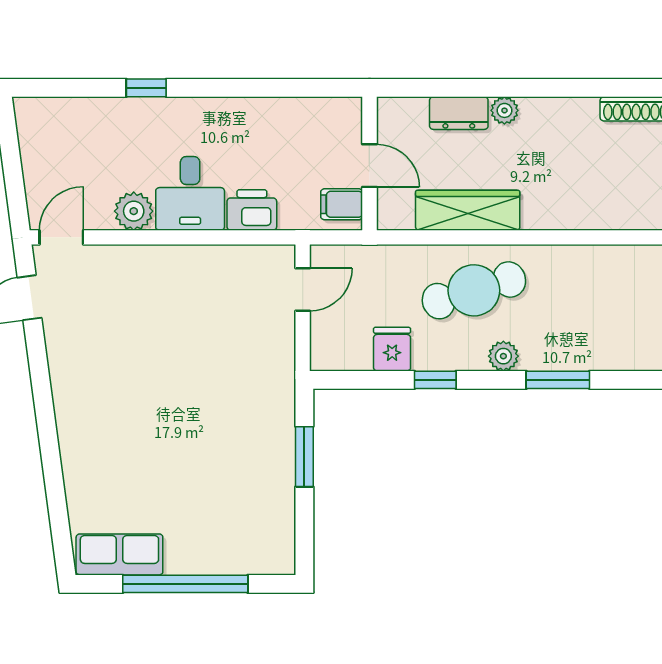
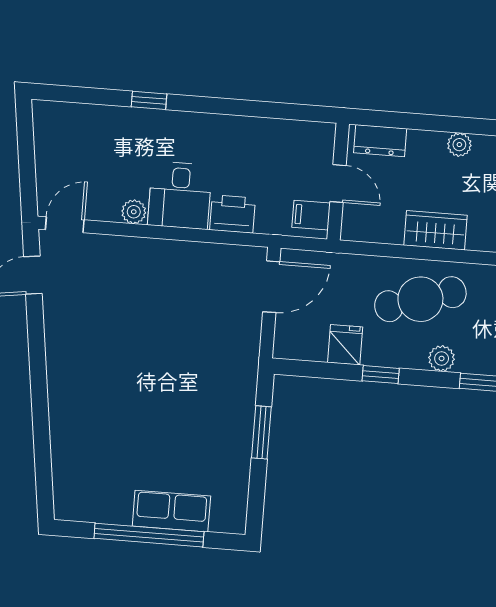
dresser: (459, 113) -> (380, 141), moved
wardrobe: (468, 210) -> (436, 230), width x0.67
plant: (134, 211) -> (134, 212), width x0.73, depth x0.73
door: (303, 290) -> (271, 287), width x1.38
row of seats: (119, 554) -> (171, 511), moved

